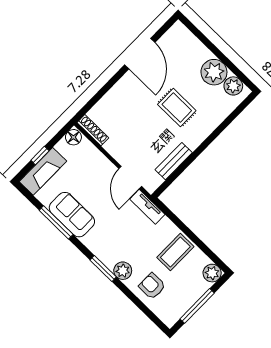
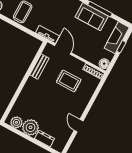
dresser: (197, 49) -> (45, 139), added
door: (140, 54) -> (79, 126), width x0.53
rug: (177, 107) -> (69, 81), moved

